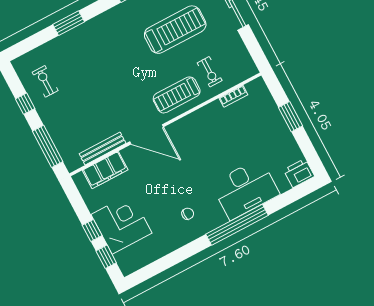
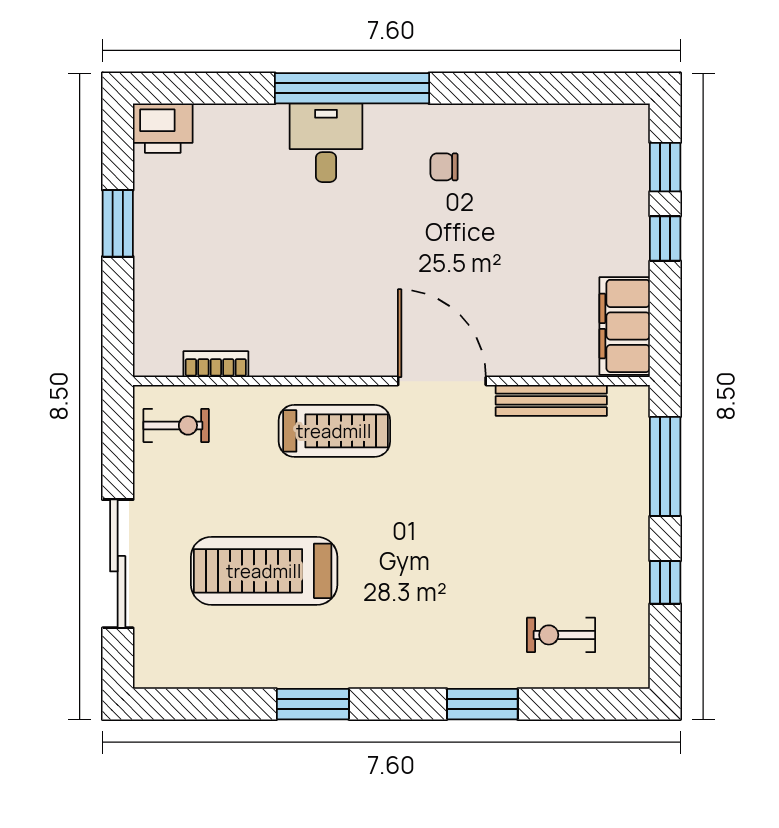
exercise bike: (210, 72) -> (176, 425), moved, turned 90
exercise bike: (45, 81) -> (561, 635), moved, turned 90
window: (290, 117) -> (118, 223), moved
filing cabinet: (105, 170) -> (625, 326), moved, turned -90
desk: (245, 189) -> (326, 143), width x0.53, depth x0.77
corner desk: (121, 224) -> (596, 220), removed

